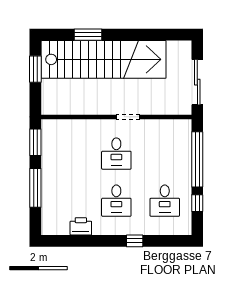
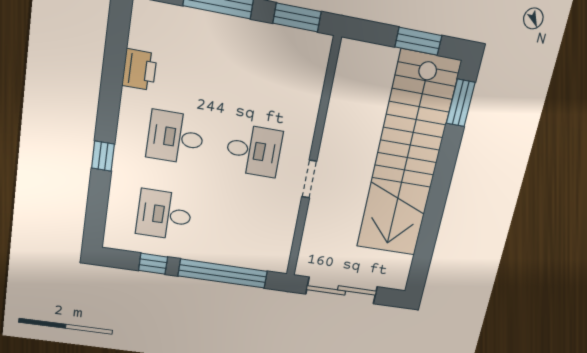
window: (88, 35) -> (461, 103), moved
desk: (116, 154) -> (254, 151), turned 180

